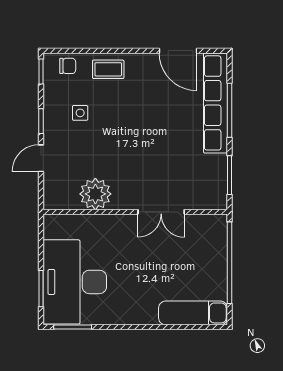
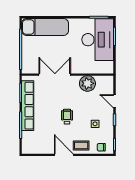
door: (178, 51) -> (64, 155), moved
row of seats: (216, 103) -> (28, 106), moved
wheelchair: (136, 128) -> (67, 117), added
door: (41, 158) -> (115, 101), swing flipped
double door: (161, 212) -> (55, 75), width x1.37
exam couch: (193, 313) -> (45, 27), width x1.36, depth x1.45

